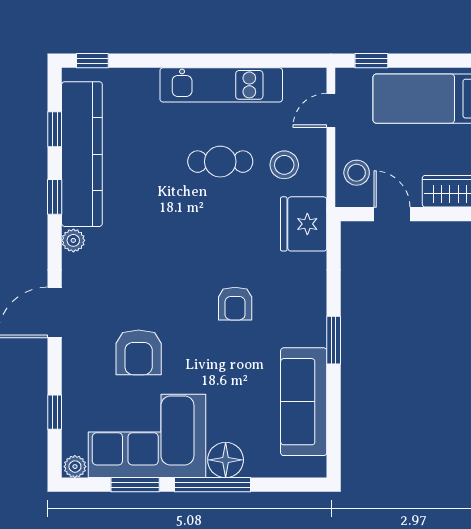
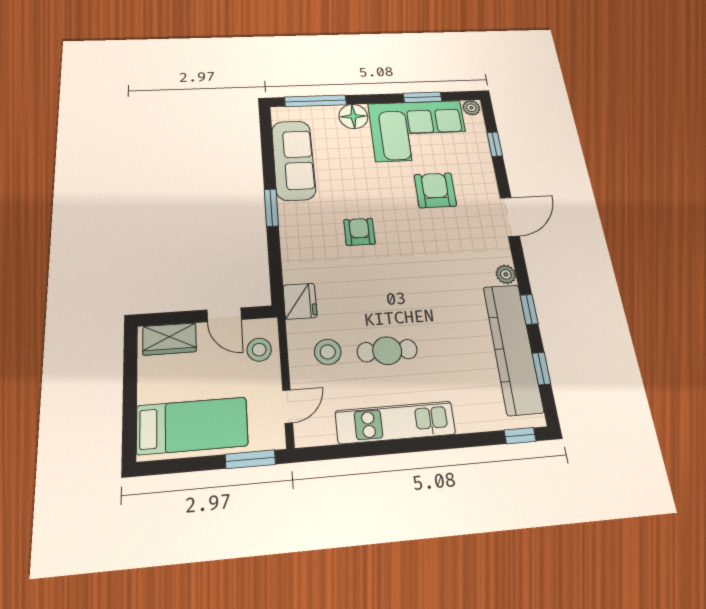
window: (371, 61) -> (250, 459), width x1.50
fridge: (304, 224) -> (300, 301), width x0.73, depth x0.75
window: (212, 485) -> (315, 101), moved

